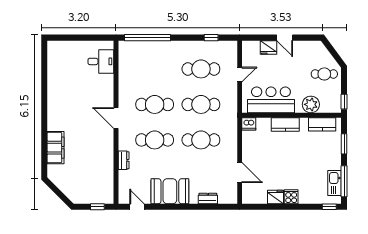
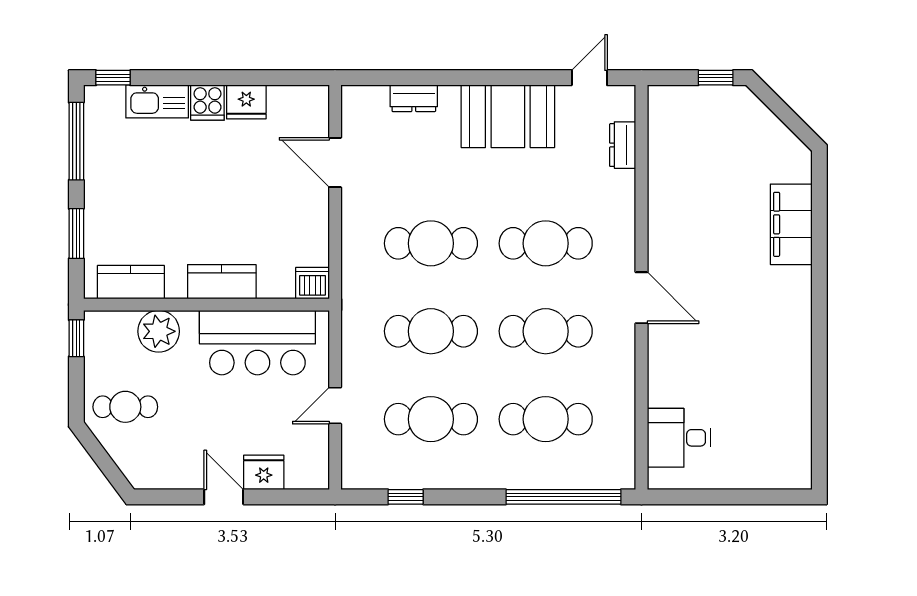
cafe table: (155, 69) -> (546, 419), added
dresser: (124, 160) -> (623, 145), moved
kitchen sink: (334, 183) -> (157, 101), moved, turned 90
window: (97, 207) -> (716, 78), moved
door: (137, 207) -> (589, 78), swing flipped

